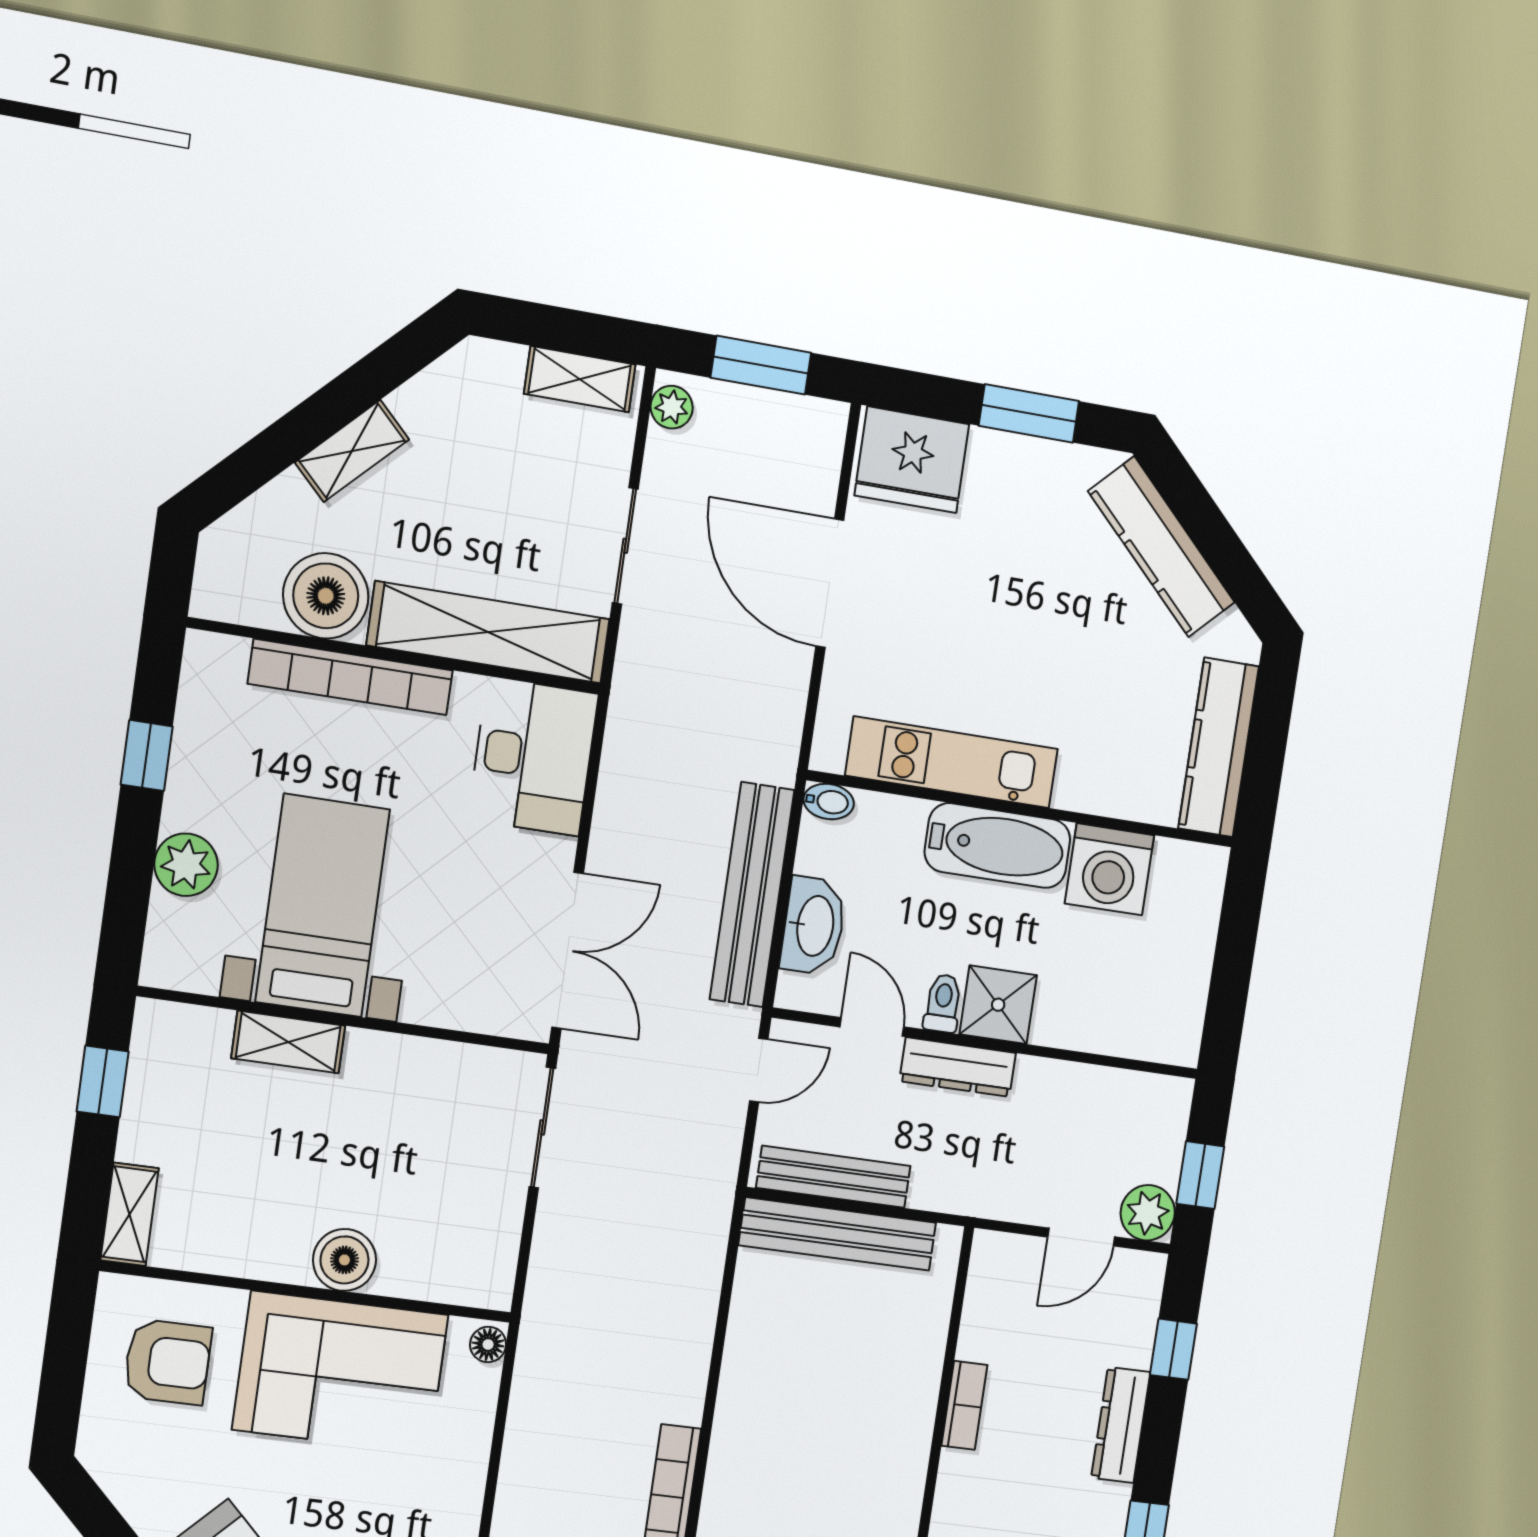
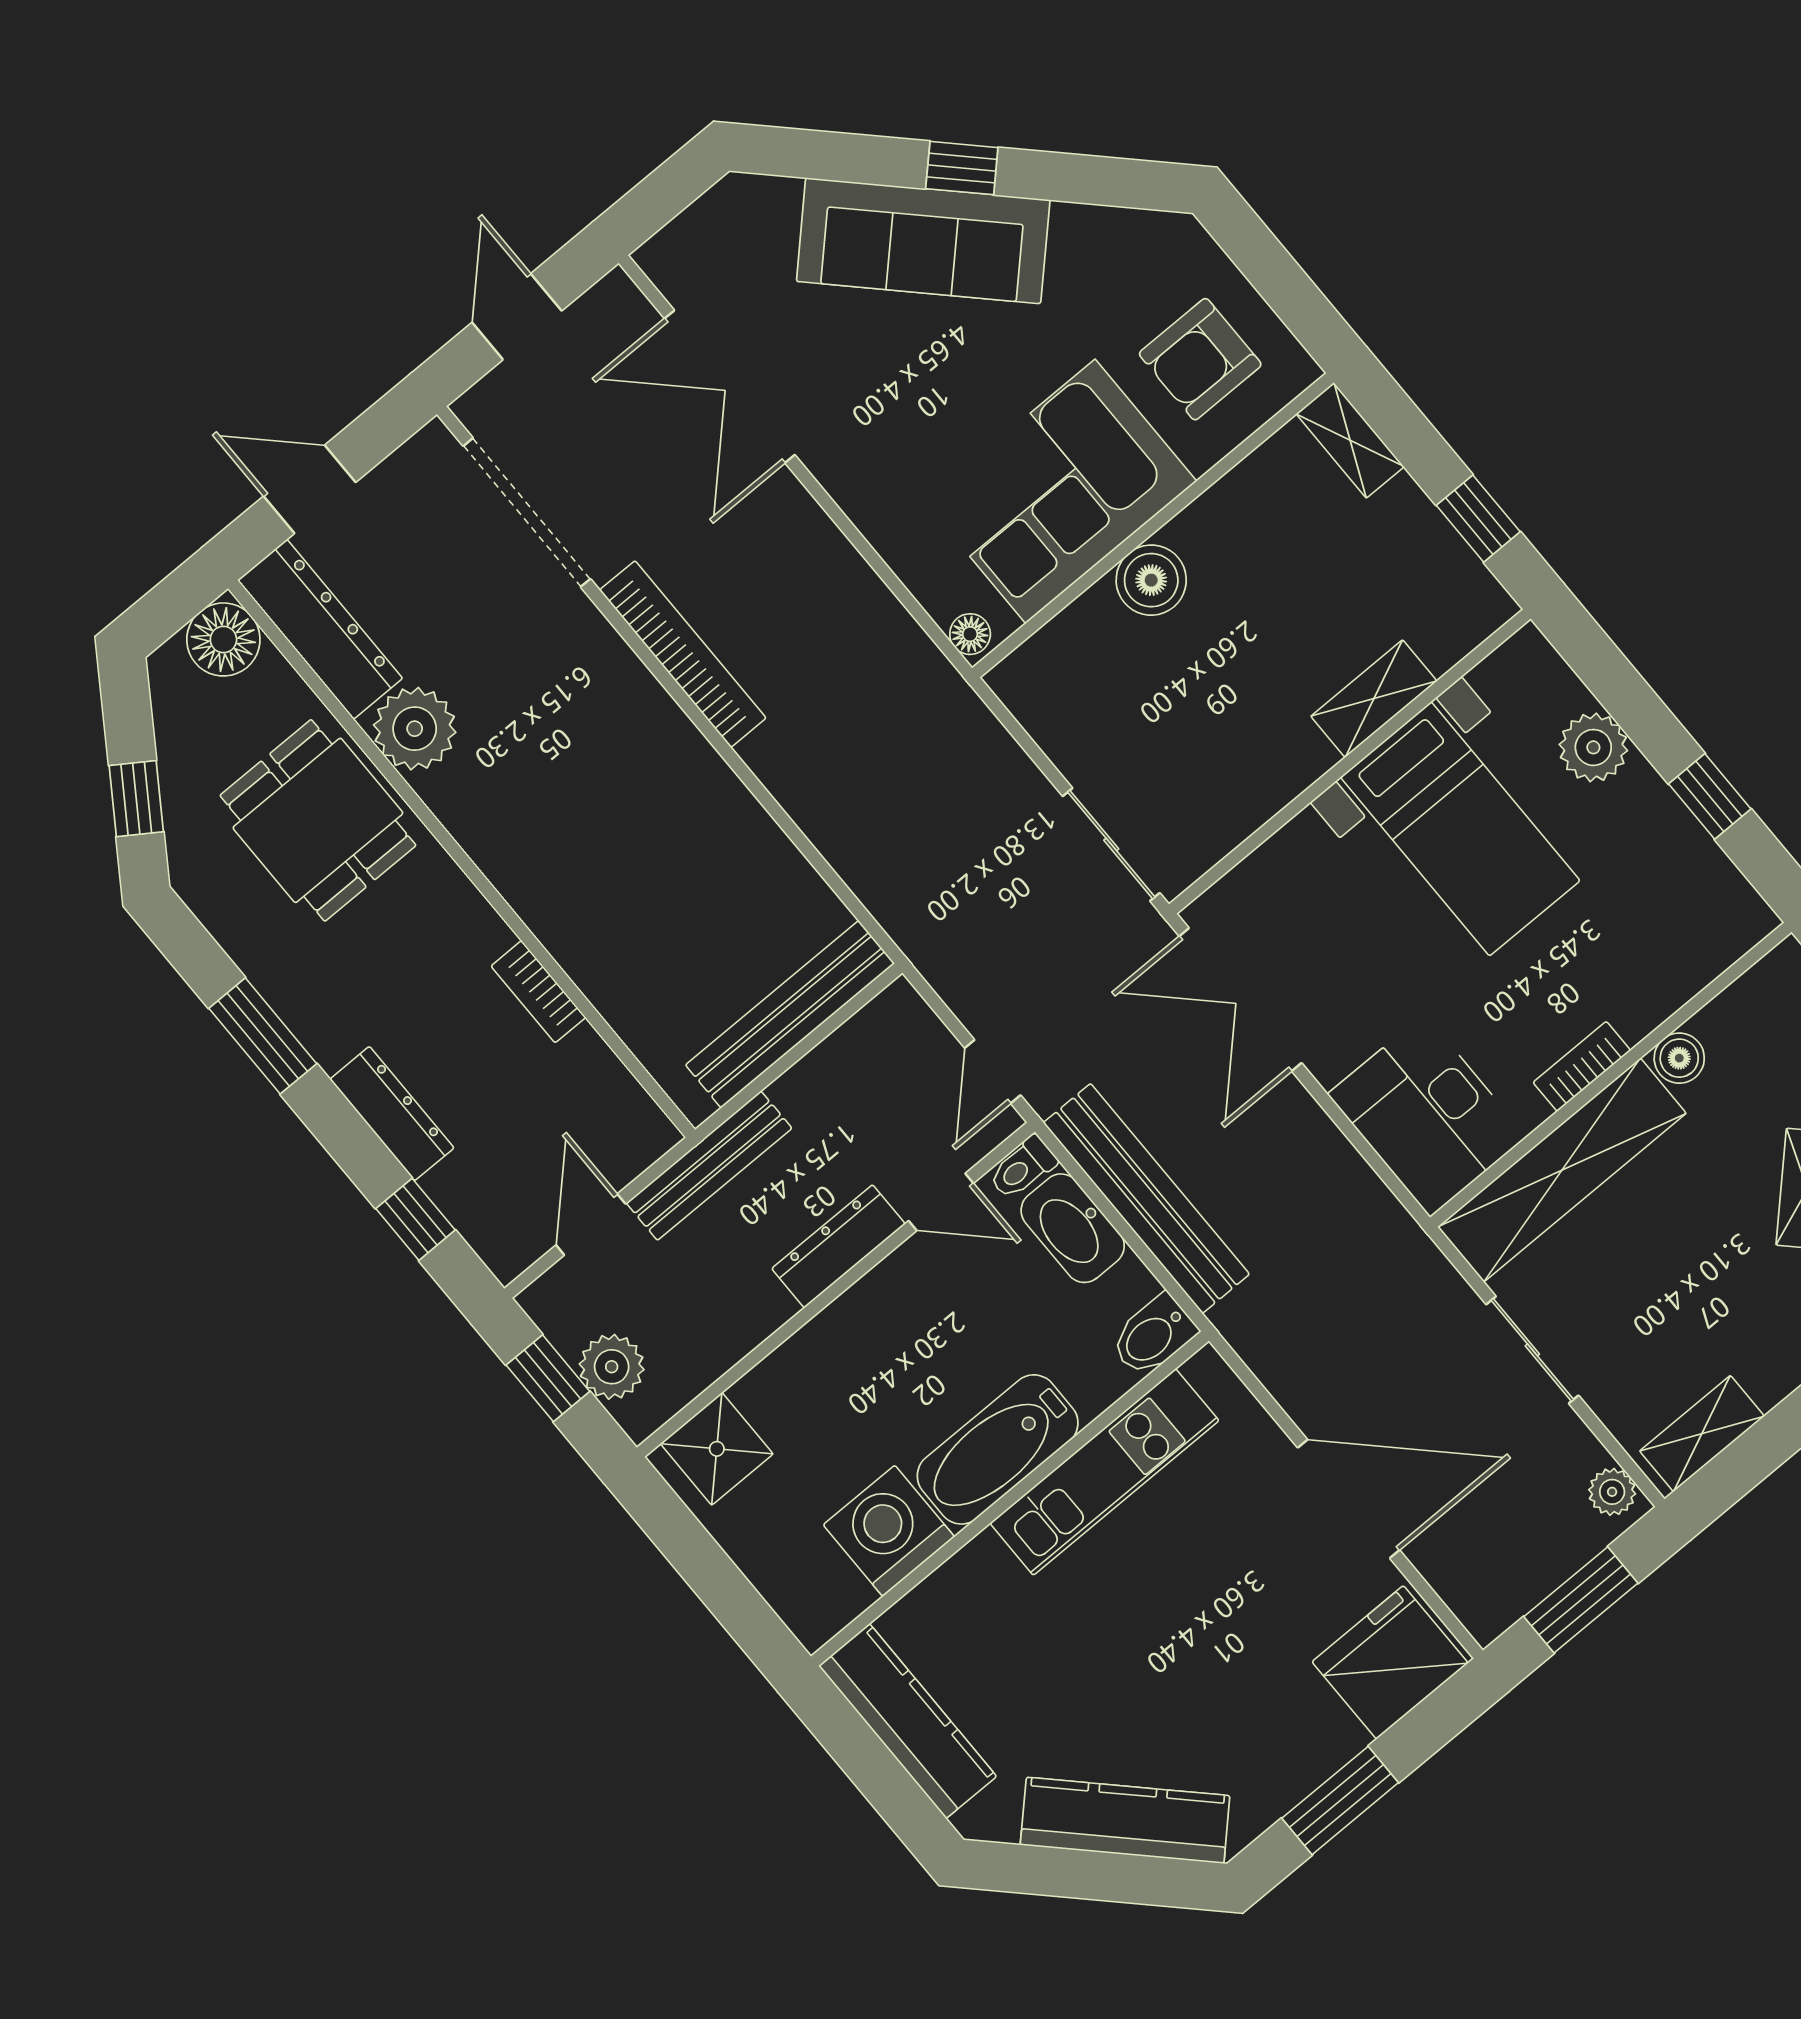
boiler: (326, 596) -> (1679, 1058), width x0.54, depth x0.54
bookcase: (350, 677) -> (1582, 1066), width x0.43, depth x0.76
bidet: (829, 802) -> (1153, 1336), width x1.38, depth x1.36
toilet: (943, 1003) -> (1023, 1168), moved, turned 90
shower: (998, 1005) -> (717, 1449), moved
bench: (833, 1177) -> (709, 1166), moved
plant: (1148, 1213) -> (612, 1367), moved

